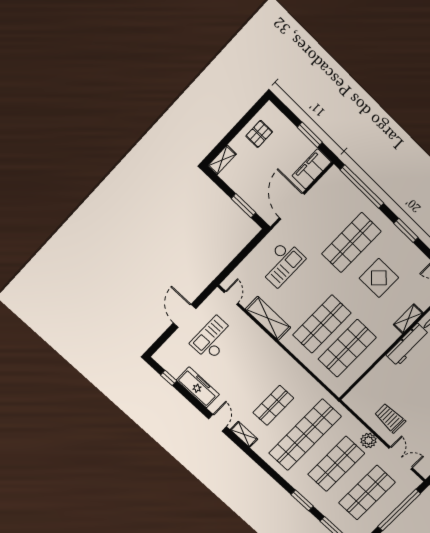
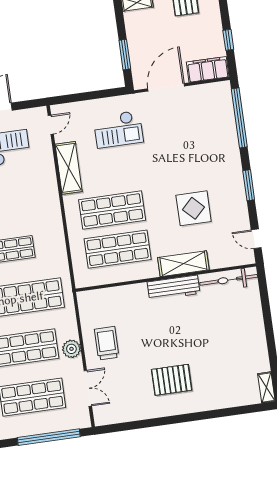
window: (310, 135) -> (228, 40), width x0.67
shop shelf: (351, 243) -> (193, 159), removed
shelving: (408, 319) -> (183, 264), width x1.50, depth x1.33

